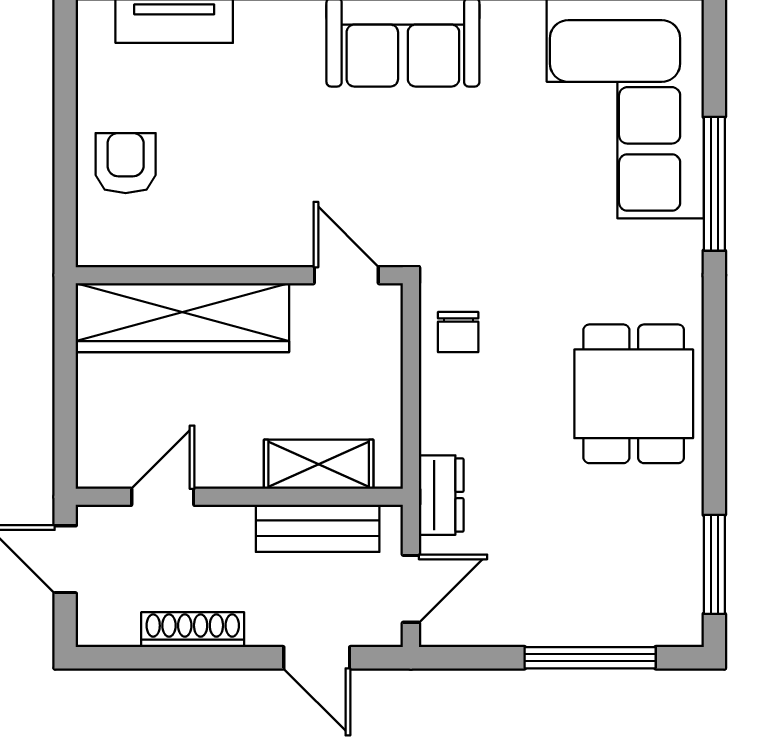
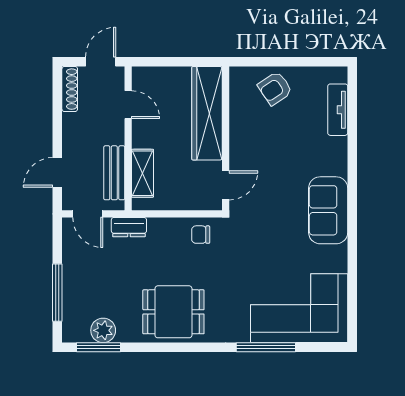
armchair: (126, 163) -> (275, 88), turned 146
plant: (676, 554) -> (103, 330), added
shoe rack: (193, 630) -> (70, 89), moved

